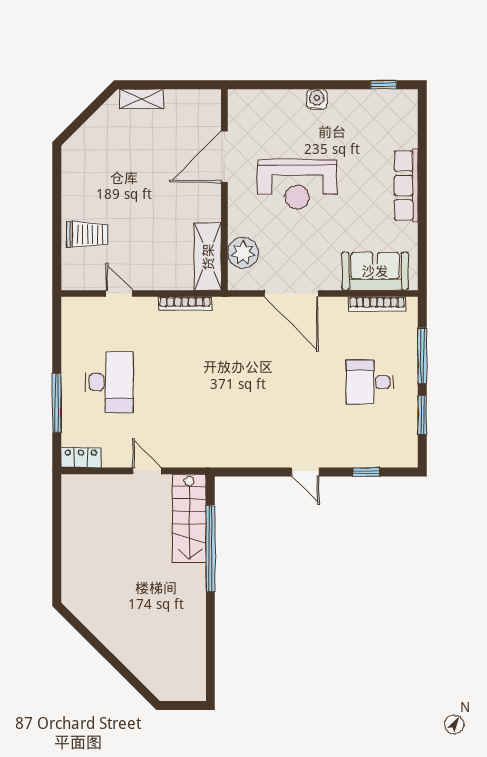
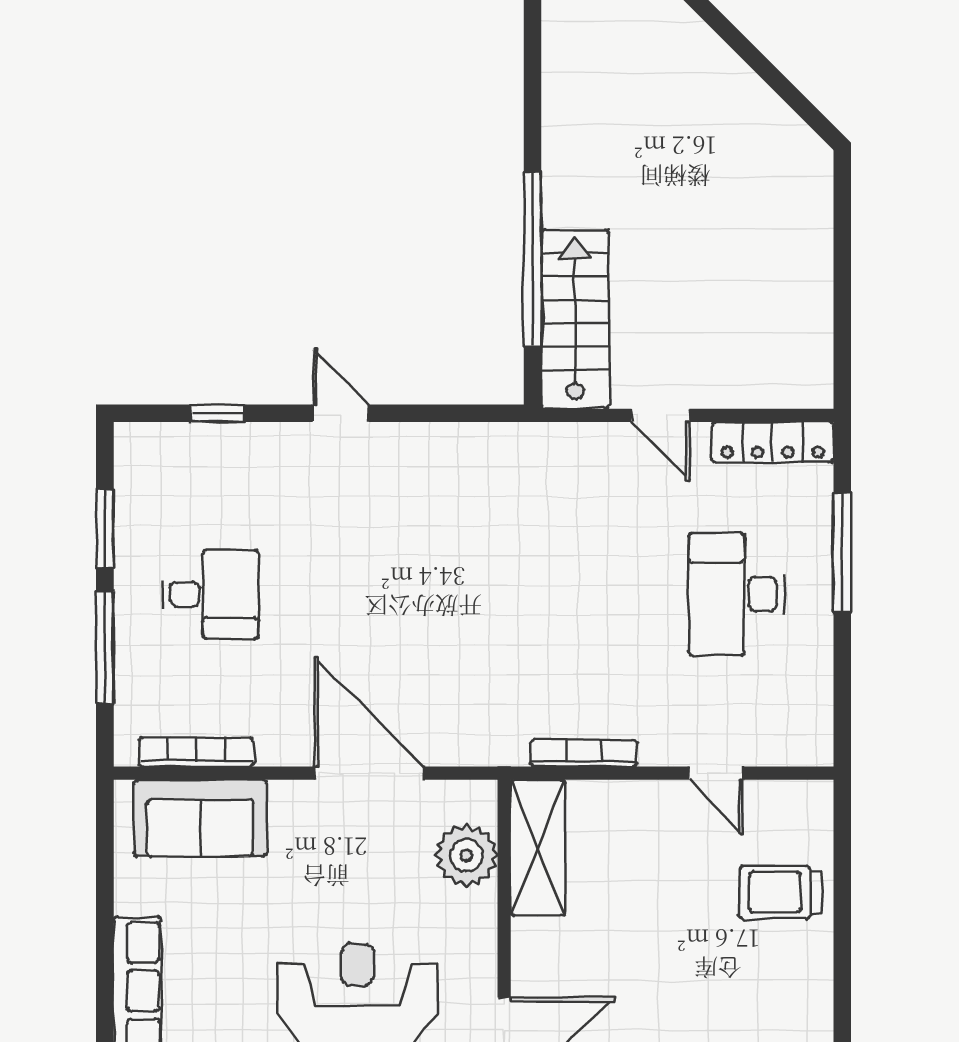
locker: (81, 458) -> (773, 442), width x1.53

